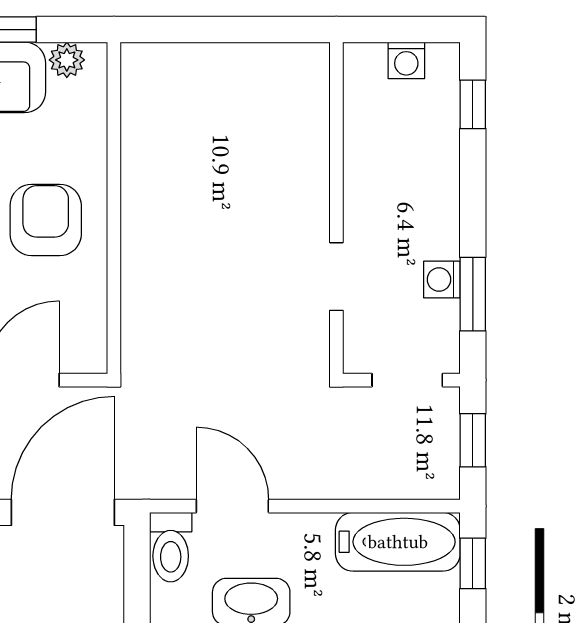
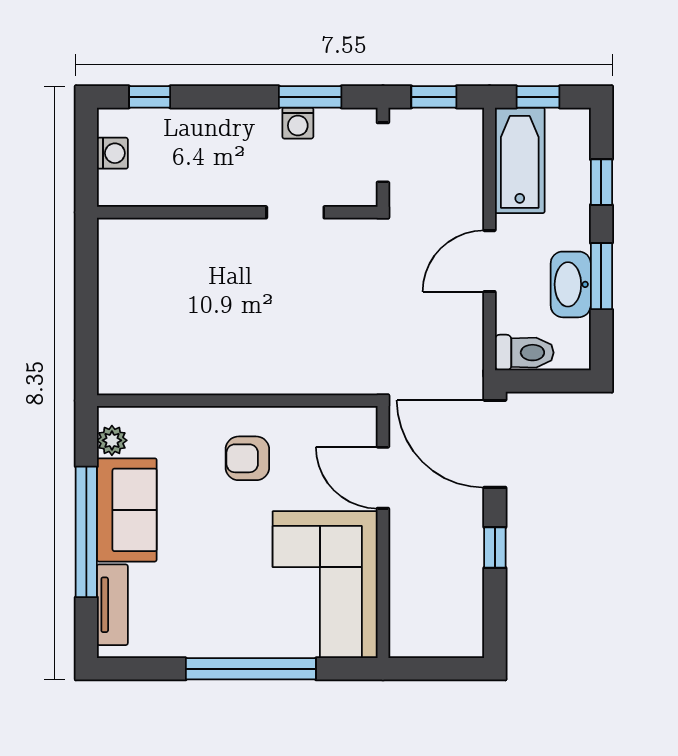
armchair: (46, 220) -> (247, 458), width x0.72, depth x0.72
door: (232, 506) -> (490, 261), moved

